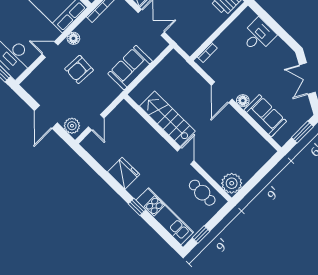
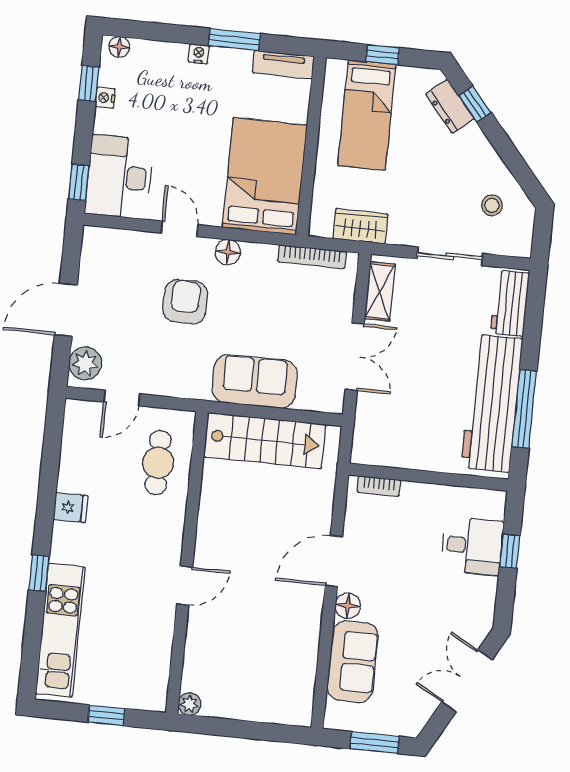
window: (271, 23) -> (510, 551), added
armchair: (79, 69) -> (185, 302), turned 89
stairs: (167, 119) -> (265, 441), moved, turned 90
fridge: (124, 173) -> (70, 508), width x0.53, depth x0.75
plant: (232, 183) -> (189, 704), width x0.53, depth x0.53
cafe table: (202, 193) -> (158, 463), moved
window: (201, 234) -> (106, 715), moved

